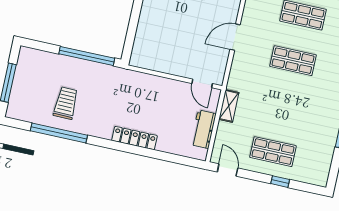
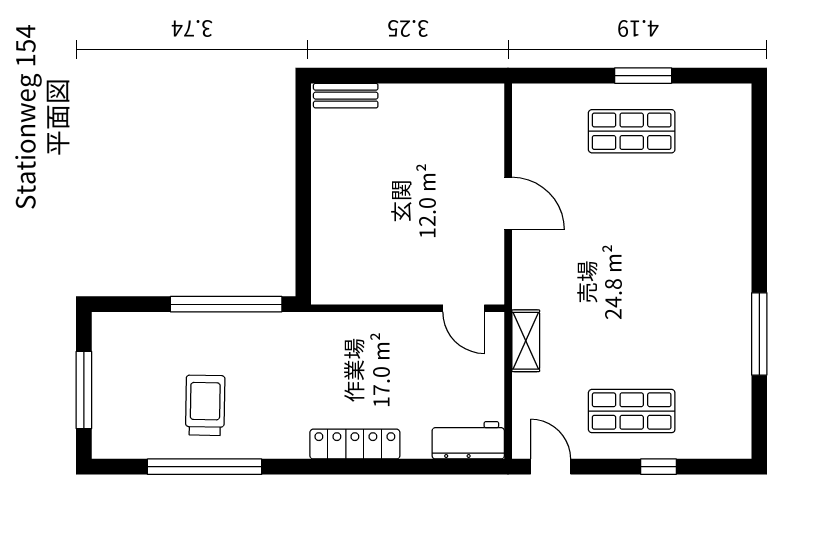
door: (235, 37) -> (508, 203), swing flipped
shop shelf: (293, 61) -> (632, 225), removed
workbench: (203, 129) -> (468, 440), moved, turned 90

